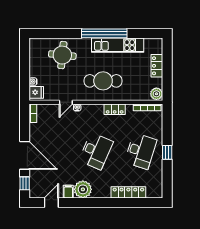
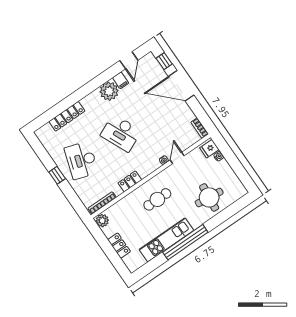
cafe table: (103, 81) -> (157, 199), width x0.73, depth x0.74
desk: (96, 151) -> (121, 133), turned -48

